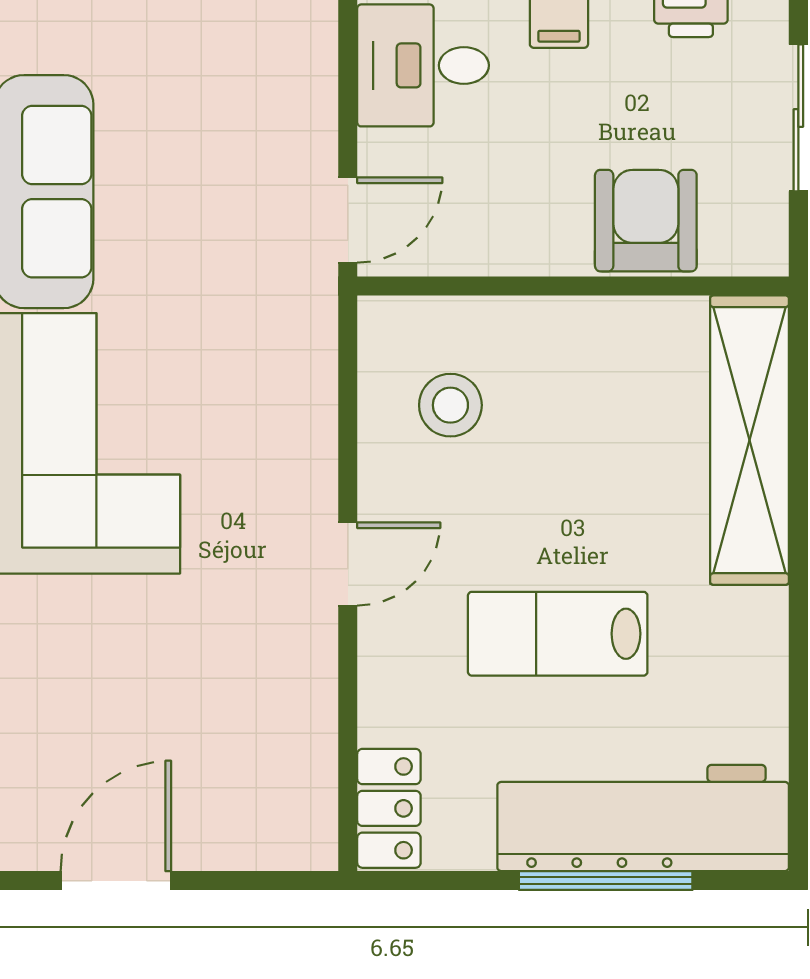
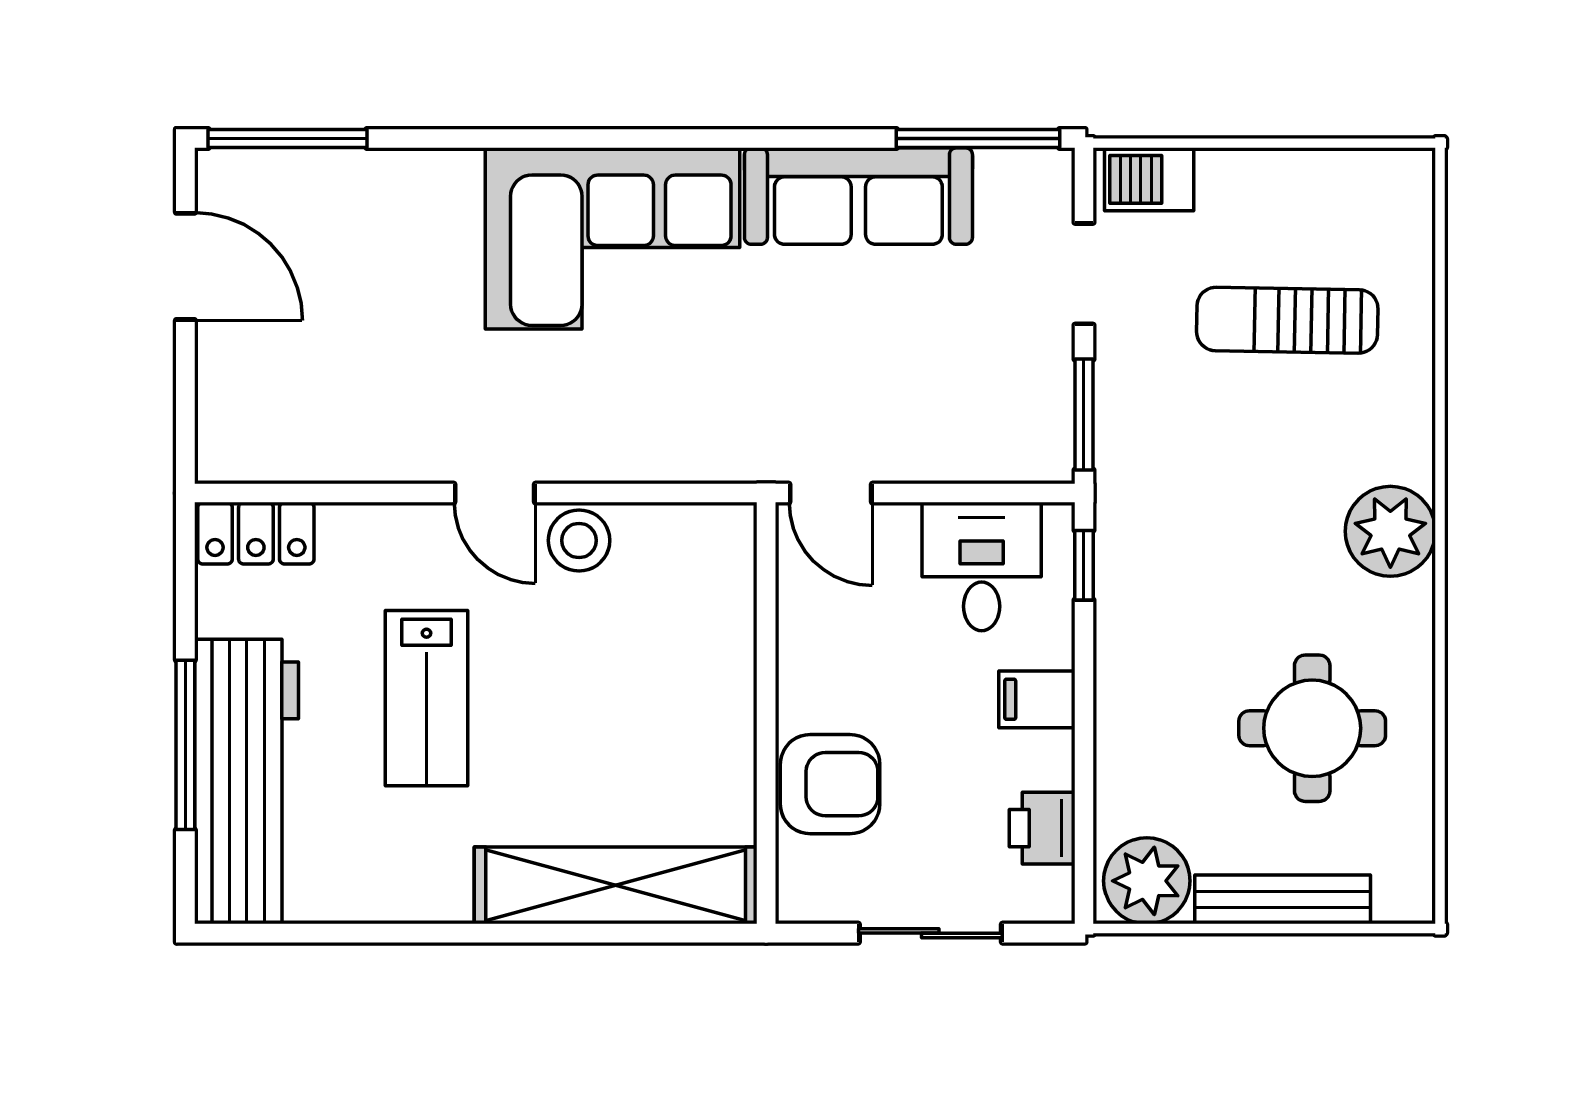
stool: (450, 405) -> (579, 540), moved
lab bench: (558, 634) -> (426, 698), turned 180

